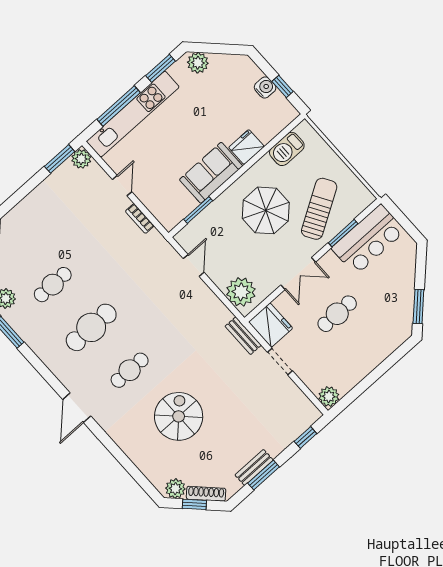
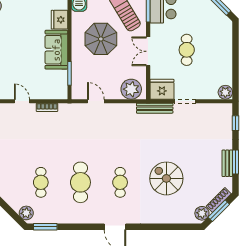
double door: (298, 273) -> (148, 51), swing flipped
bench: (243, 336) -> (155, 108), width x1.36
window: (194, 504) -> (219, 211), width x1.50

